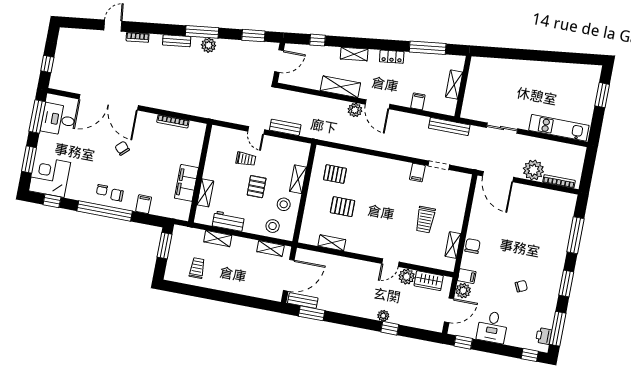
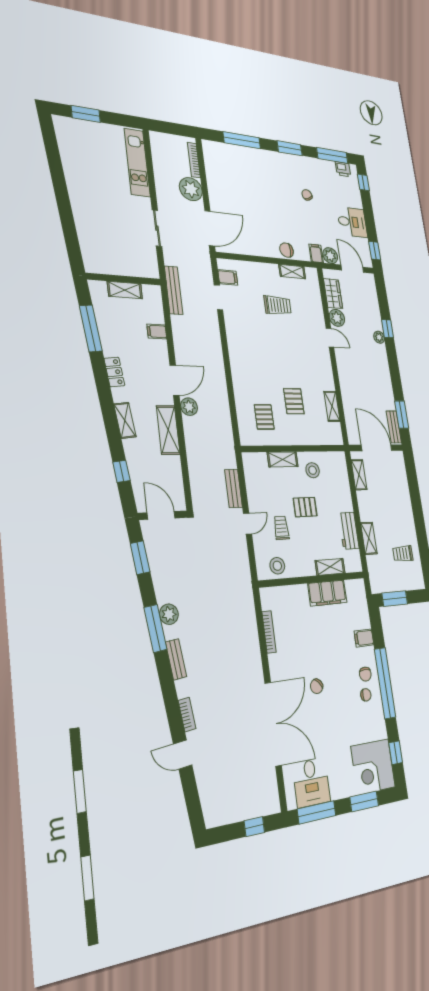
filing cabinet: (417, 173) -> (228, 277), moved
stool: (273, 226) -> (277, 566), moved

